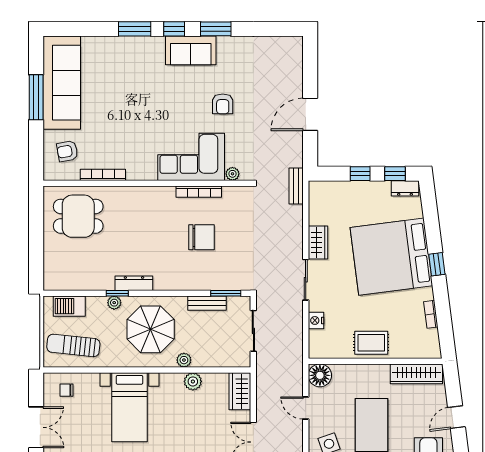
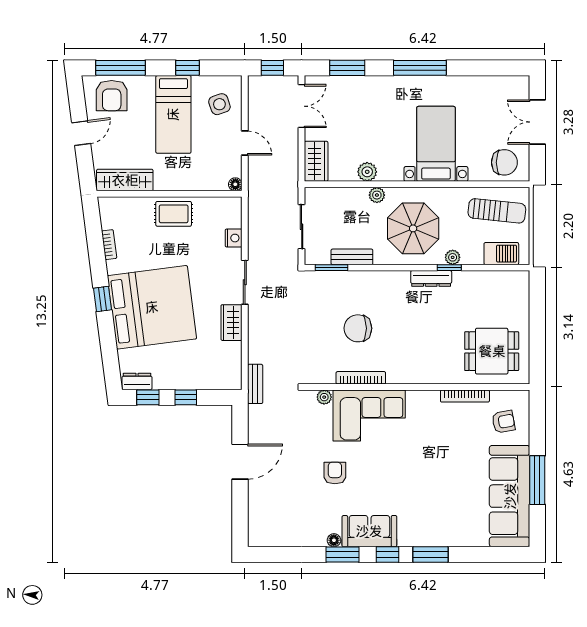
floor lamp: (224, 42) -> (334, 540), added
floor lamp: (320, 375) -> (235, 184), width x0.53, depth x0.53
chair: (66, 390) -> (504, 162), width x1.87, depth x1.87

